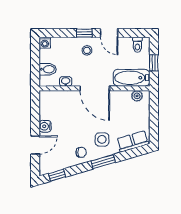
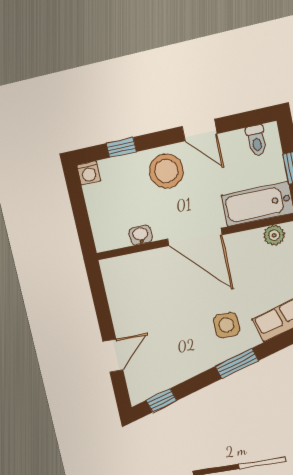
window: (84, 33) -> (121, 147), moved
stool: (87, 50) -> (166, 171), width x1.89, depth x1.89
bidet: (48, 69) -> (105, 220), removed
water cooler: (45, 126) -> (123, 321), removed
chair: (81, 152) -> (195, 354), removed

